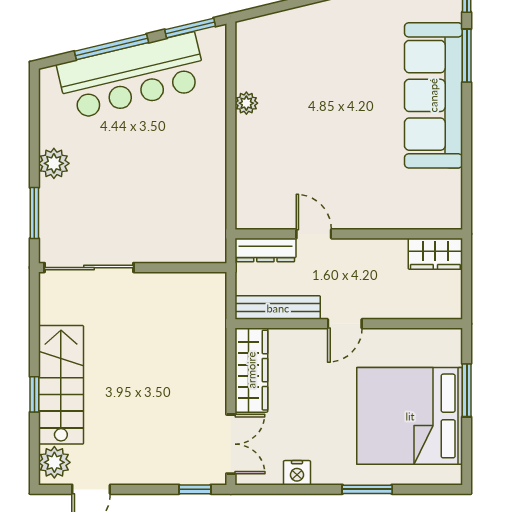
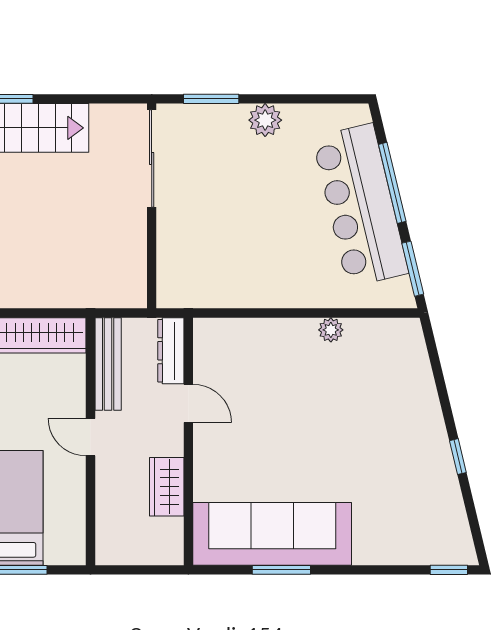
window: (467, 56) -> (281, 570), moved
sofa: (433, 95) -> (272, 534), moved
door: (314, 234) -> (188, 403), hinge flipped
wardrobe: (435, 254) -> (167, 487), moved

